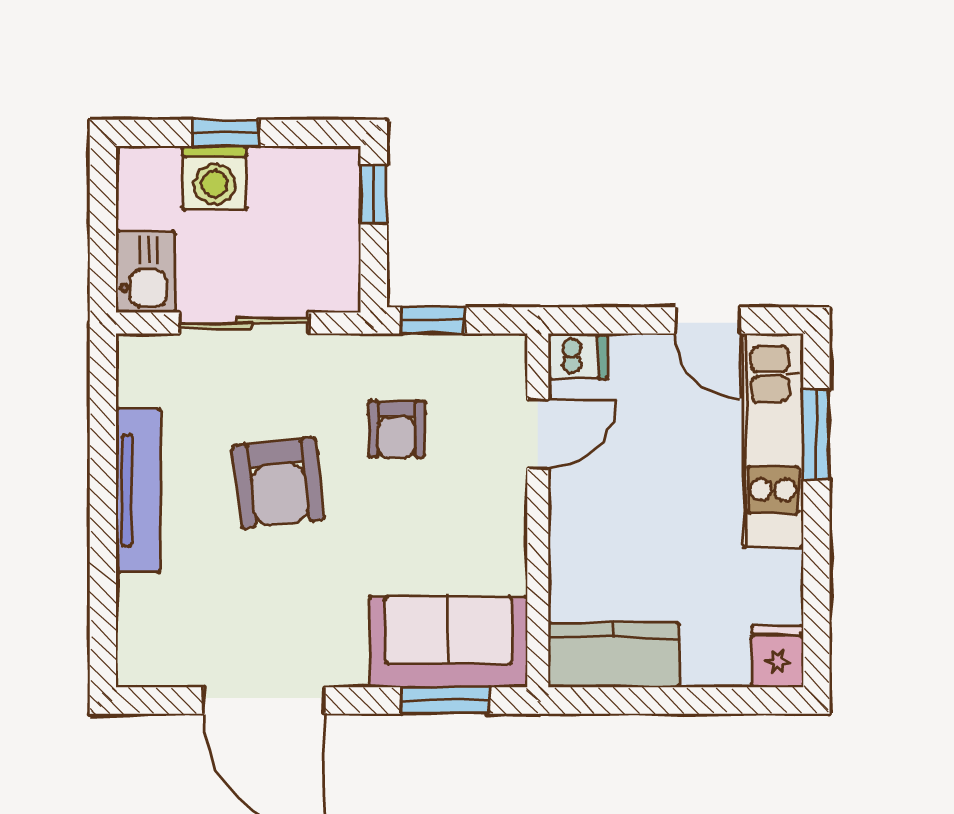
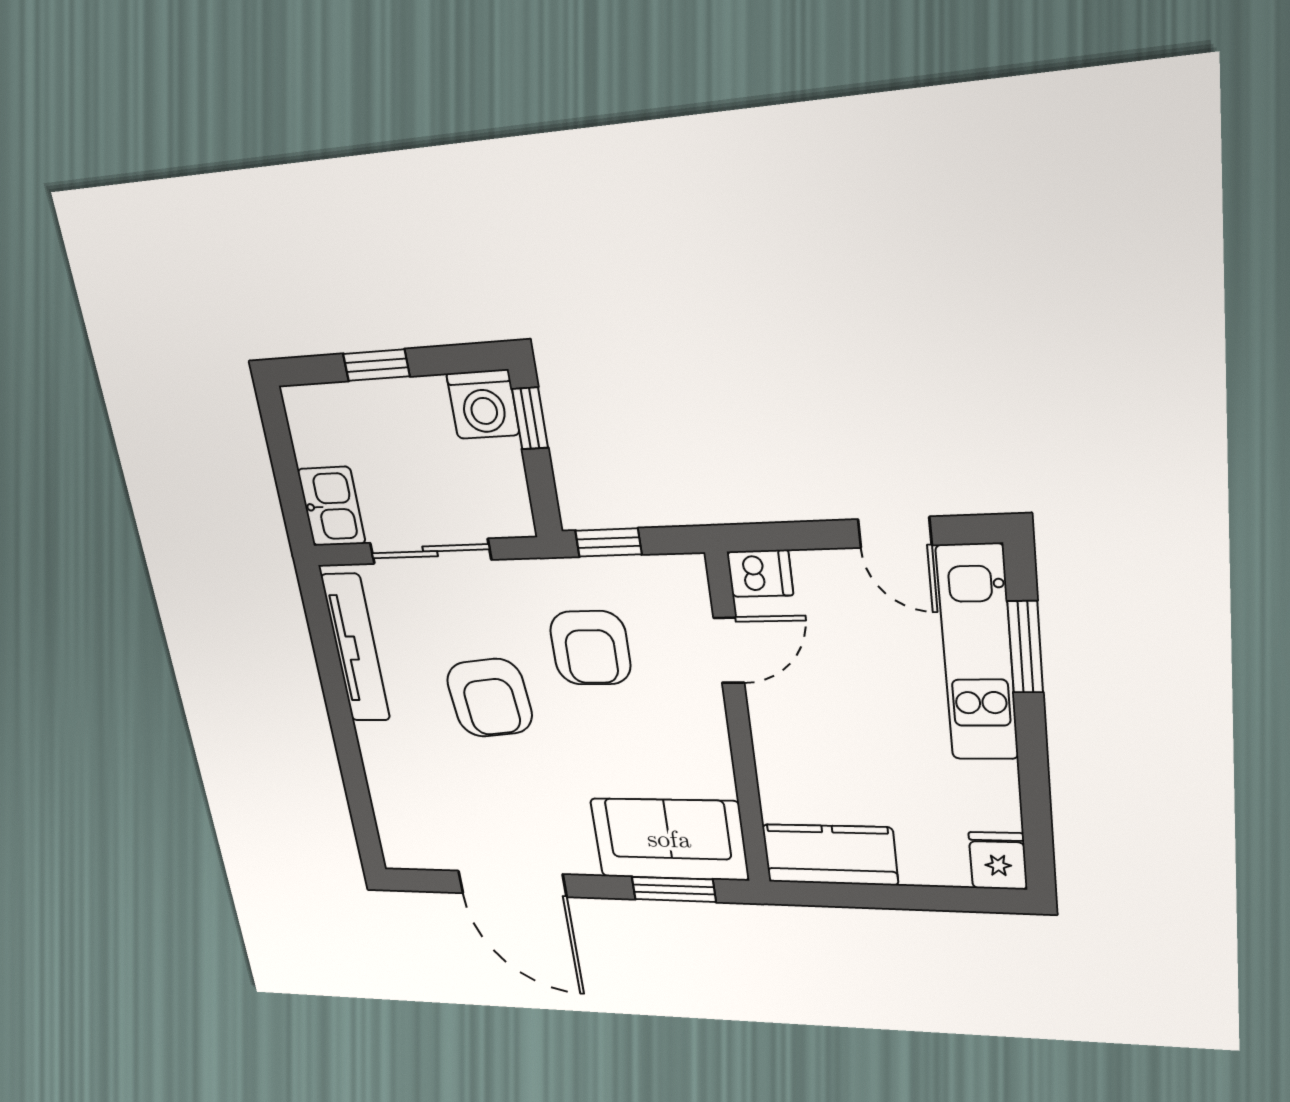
washing machine: (215, 178) -> (483, 404), moved
armchair: (397, 429) -> (590, 648), width x1.38, depth x1.38
tv unit: (138, 491) -> (356, 648), moved

